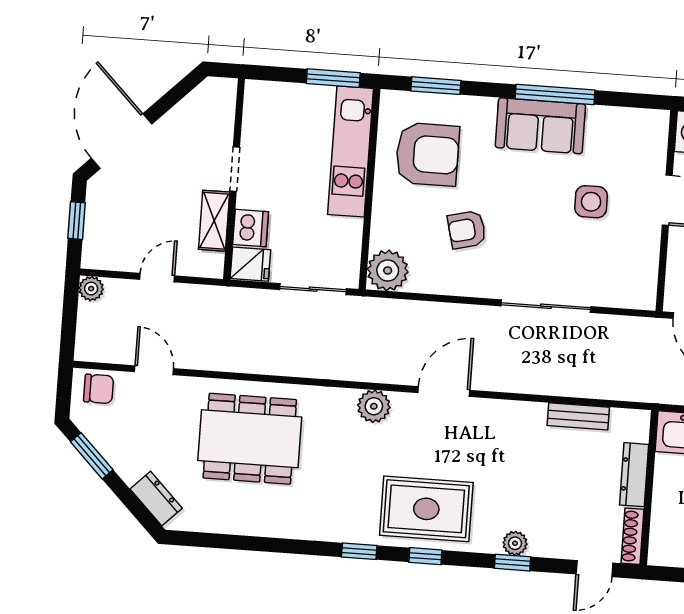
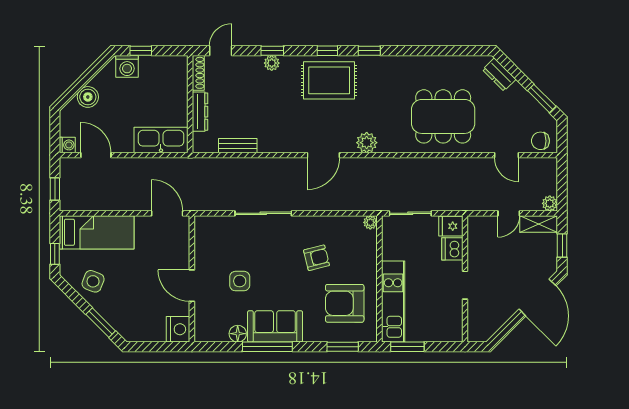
floor lamp: (600, 119) -> (238, 334), added
shelving: (214, 221) -> (539, 224), moved, turned 90
plant: (388, 270) -> (370, 222), width x0.53, depth x0.53

